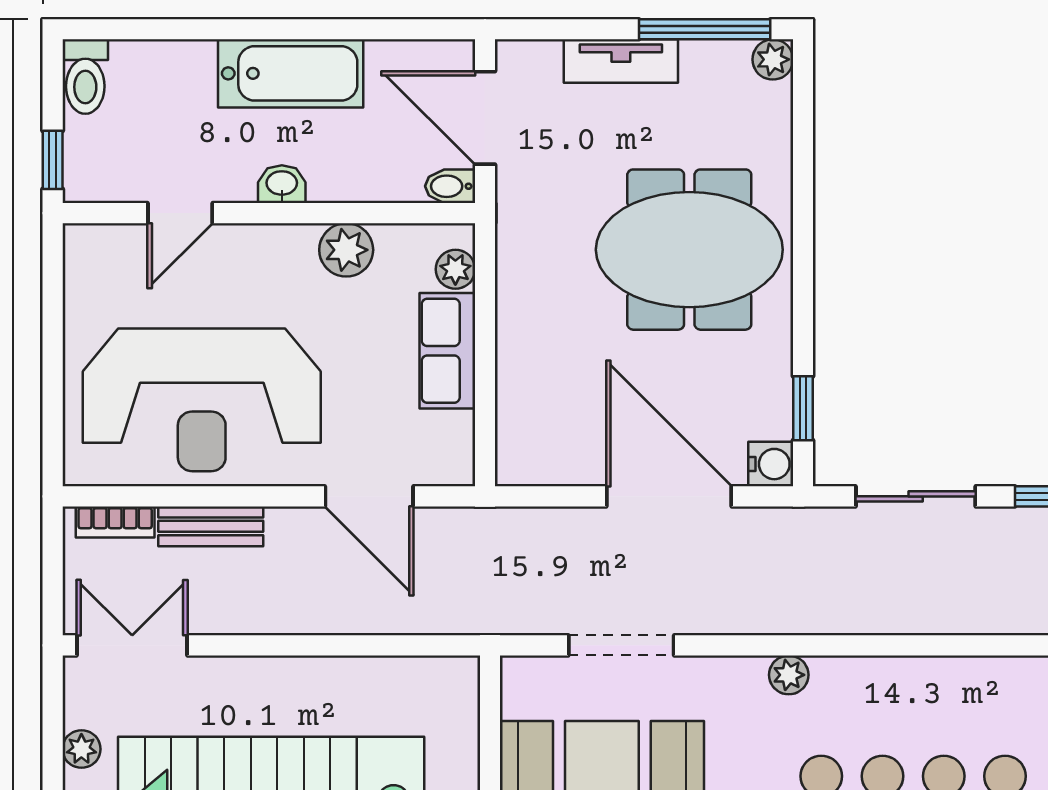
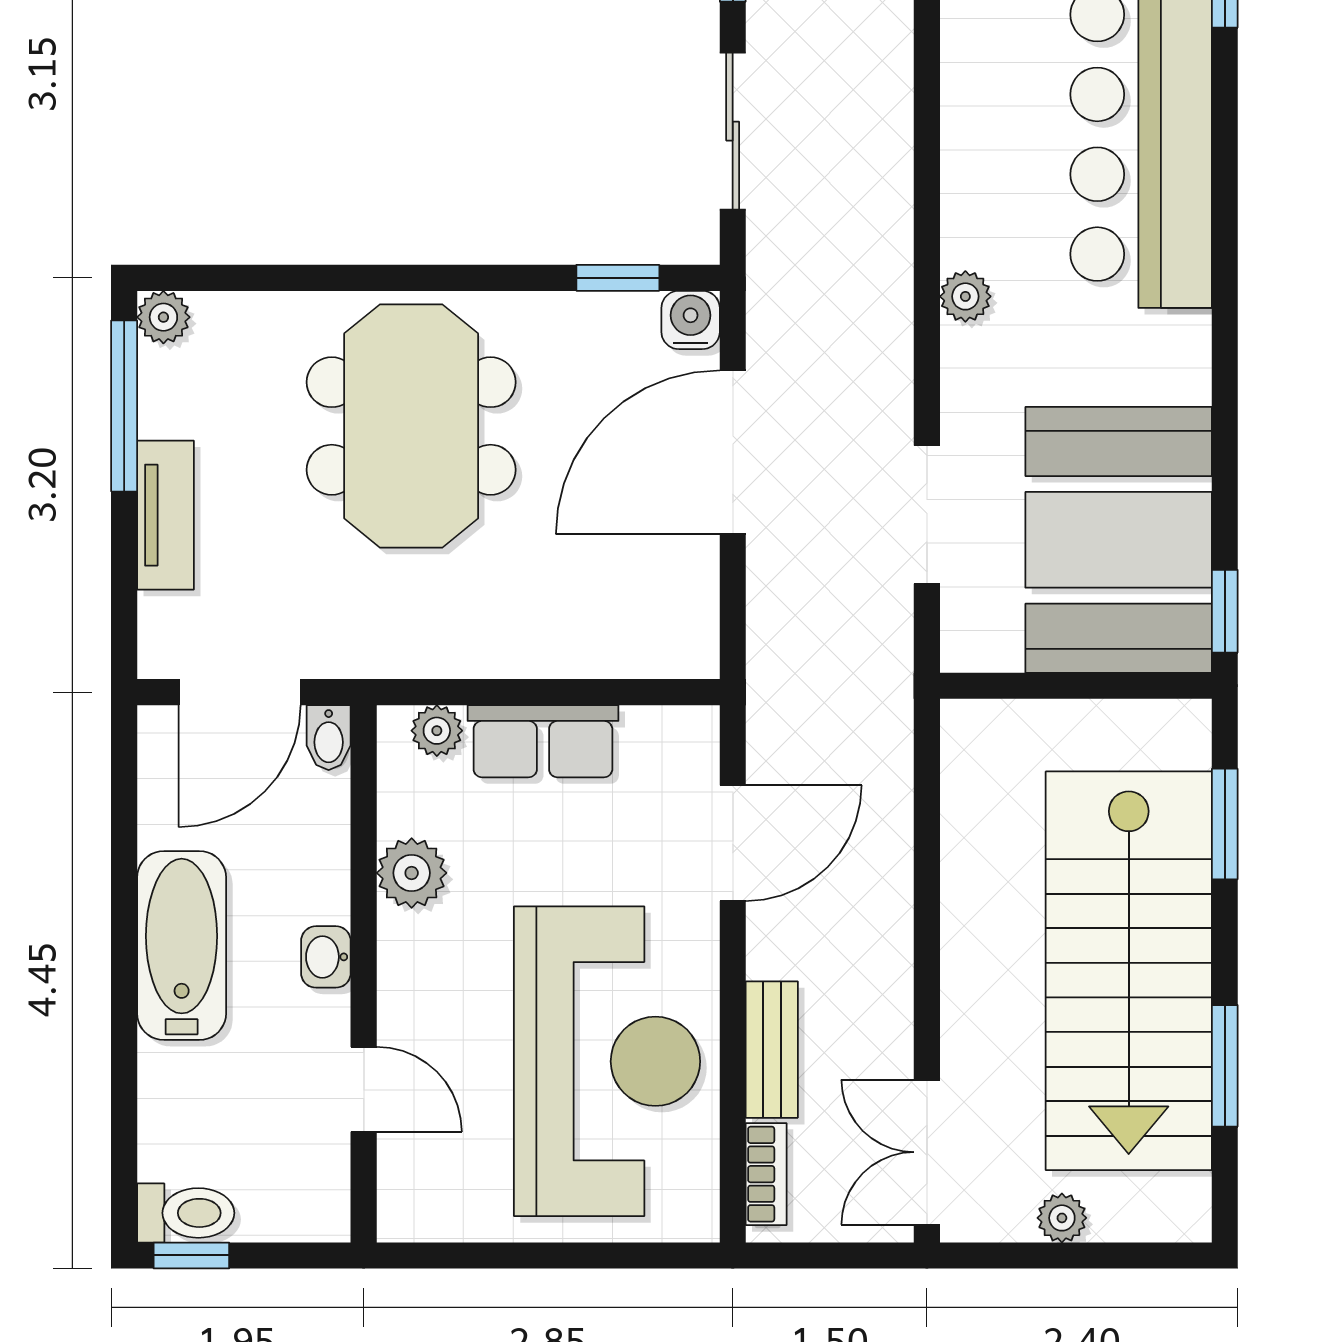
window: (53, 160) -> (191, 1255), moved

